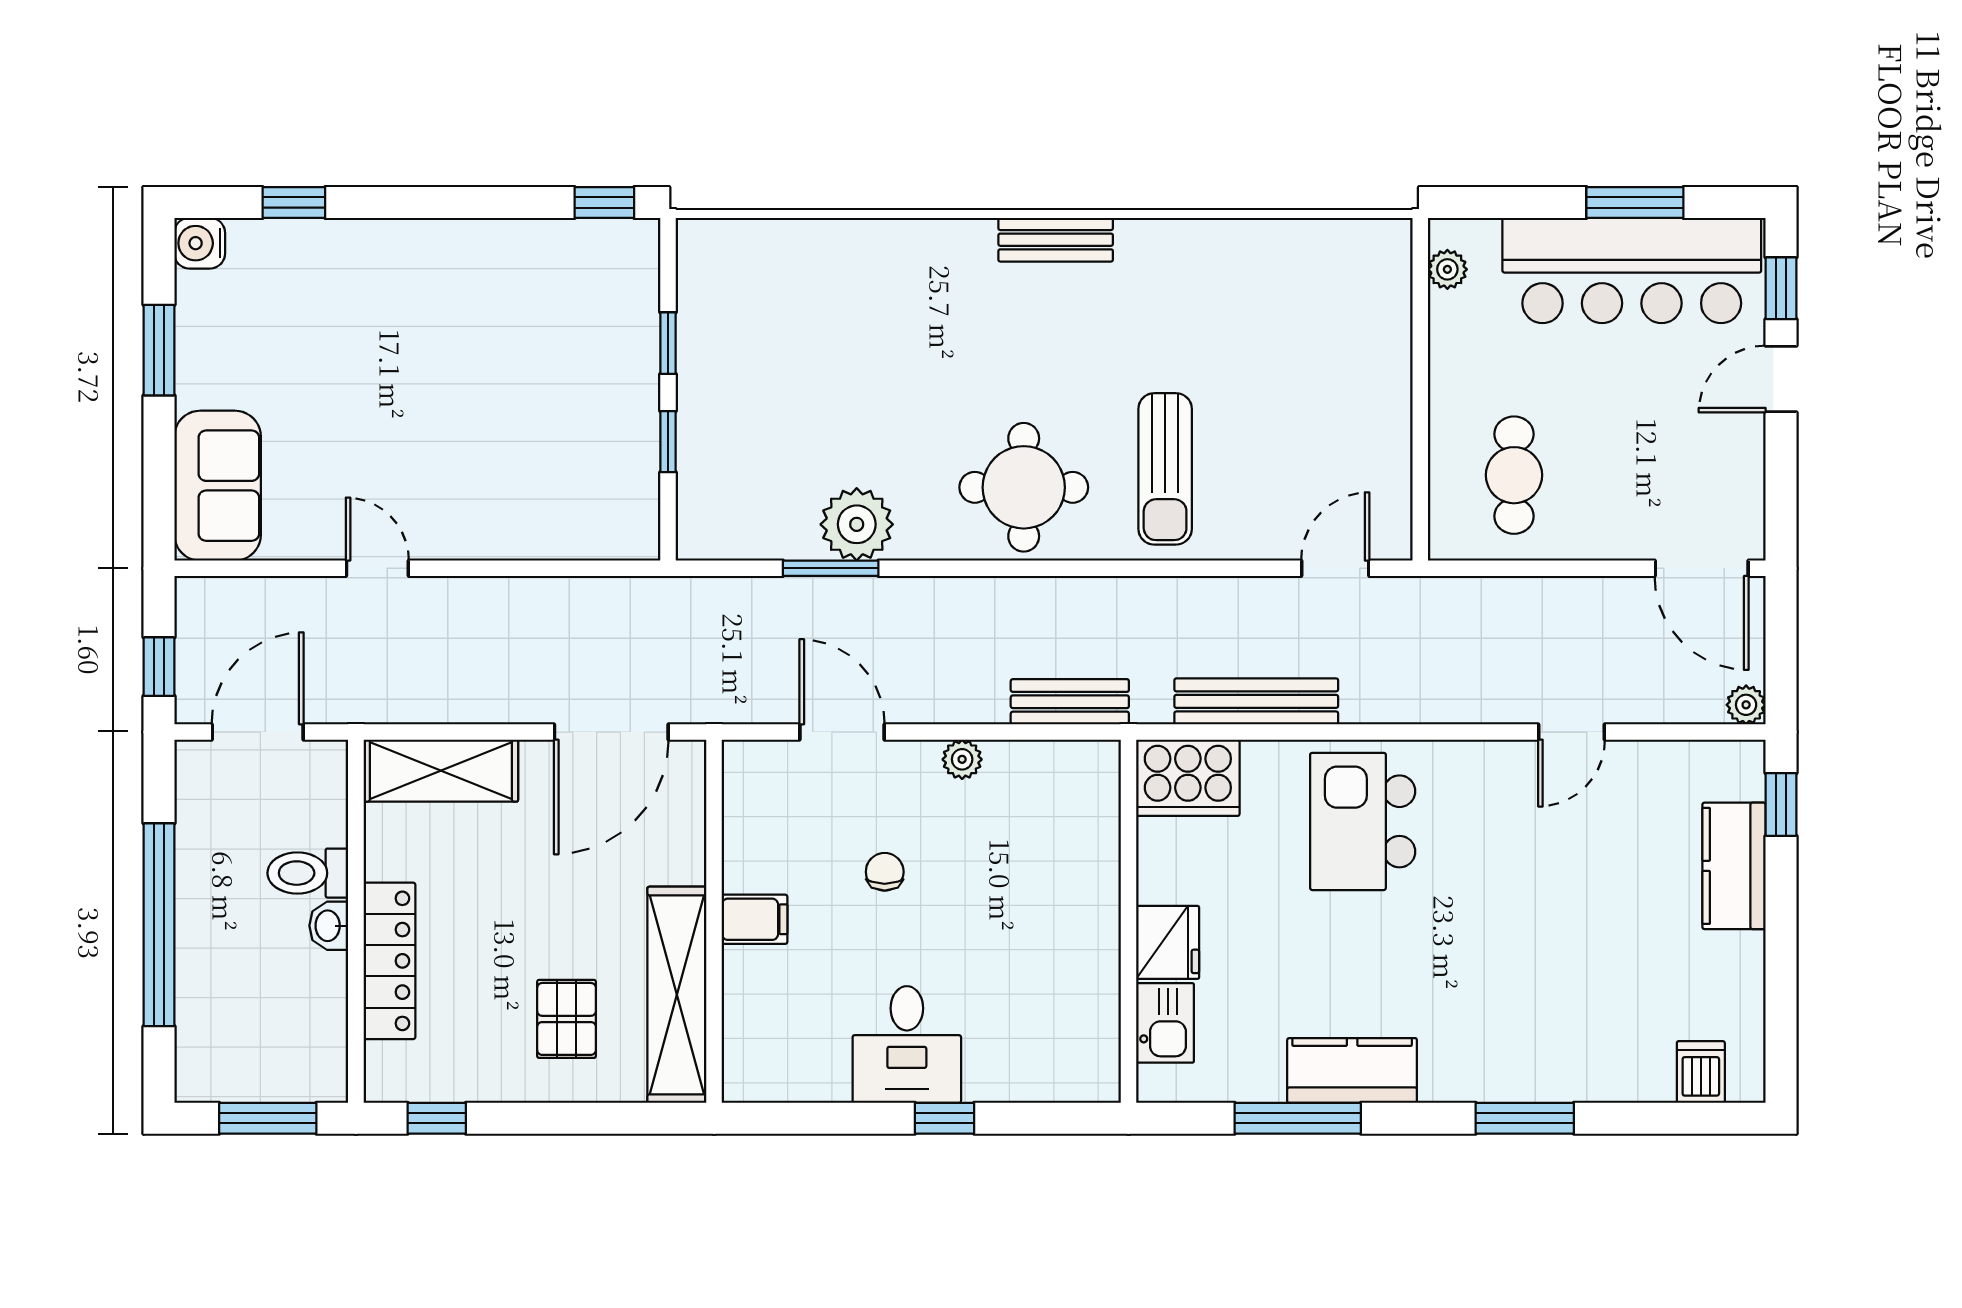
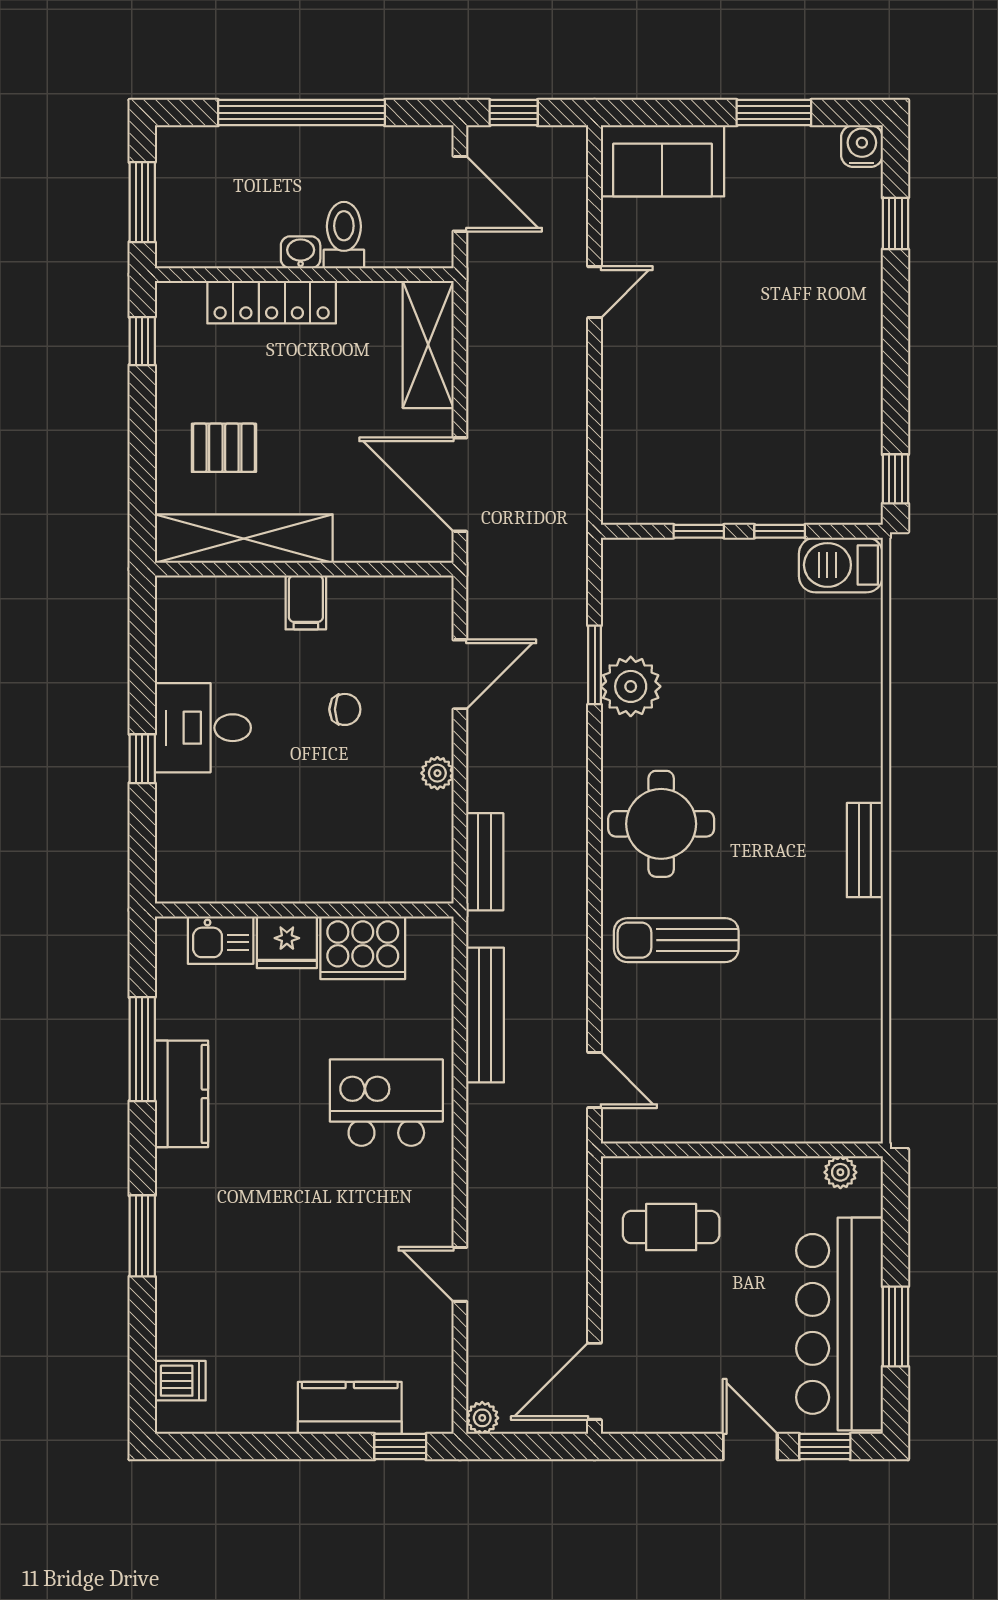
barbecue: (709, 269) -> (841, 565), added
cooker: (1188, 778) -> (363, 948), moved, turned -90

